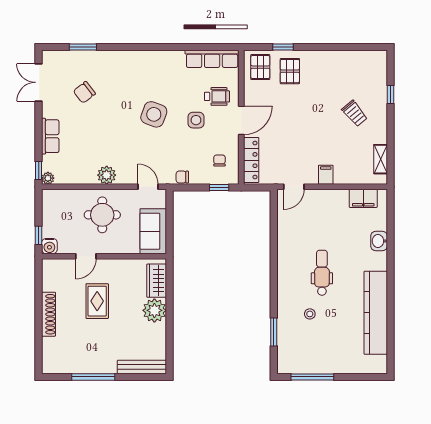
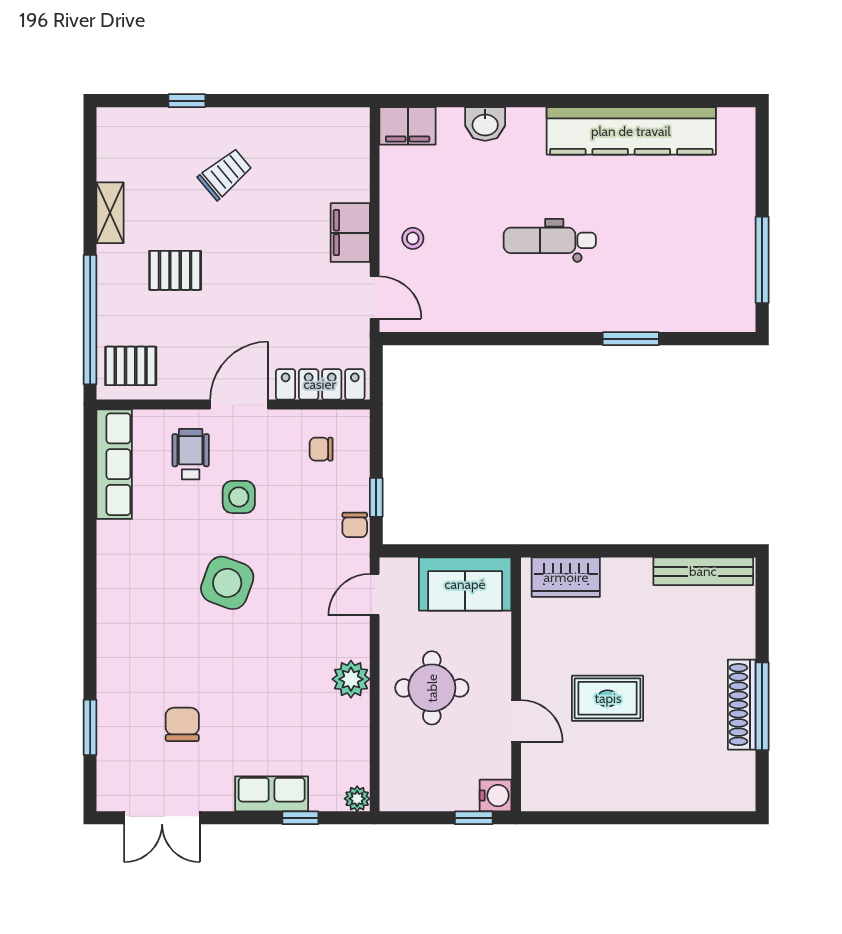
window: (283, 47) -> (90, 320), width x3.17
pallet: (290, 71) -> (175, 270), moved
chair: (84, 92) -> (182, 724), turned -142
door: (241, 120) -> (239, 405), hinge flipped
shelving: (381, 159) -> (110, 213), moved, turned 90
window: (39, 171) -> (300, 818), moved
filing cabinet: (326, 175) -> (350, 233), width x2.00
window: (219, 188) -> (376, 497), moved
filing cabinet: (363, 198) -> (408, 126), moved, turned 90
plant: (154, 310) -> (627, 581), removed
shoe rack: (48, 314) -> (742, 705), moved, turned -90
stool: (310, 314) -> (413, 238), moved
window: (274, 332) -> (631, 339), moved
bench: (142, 367) -> (703, 571), moved, turned 90

